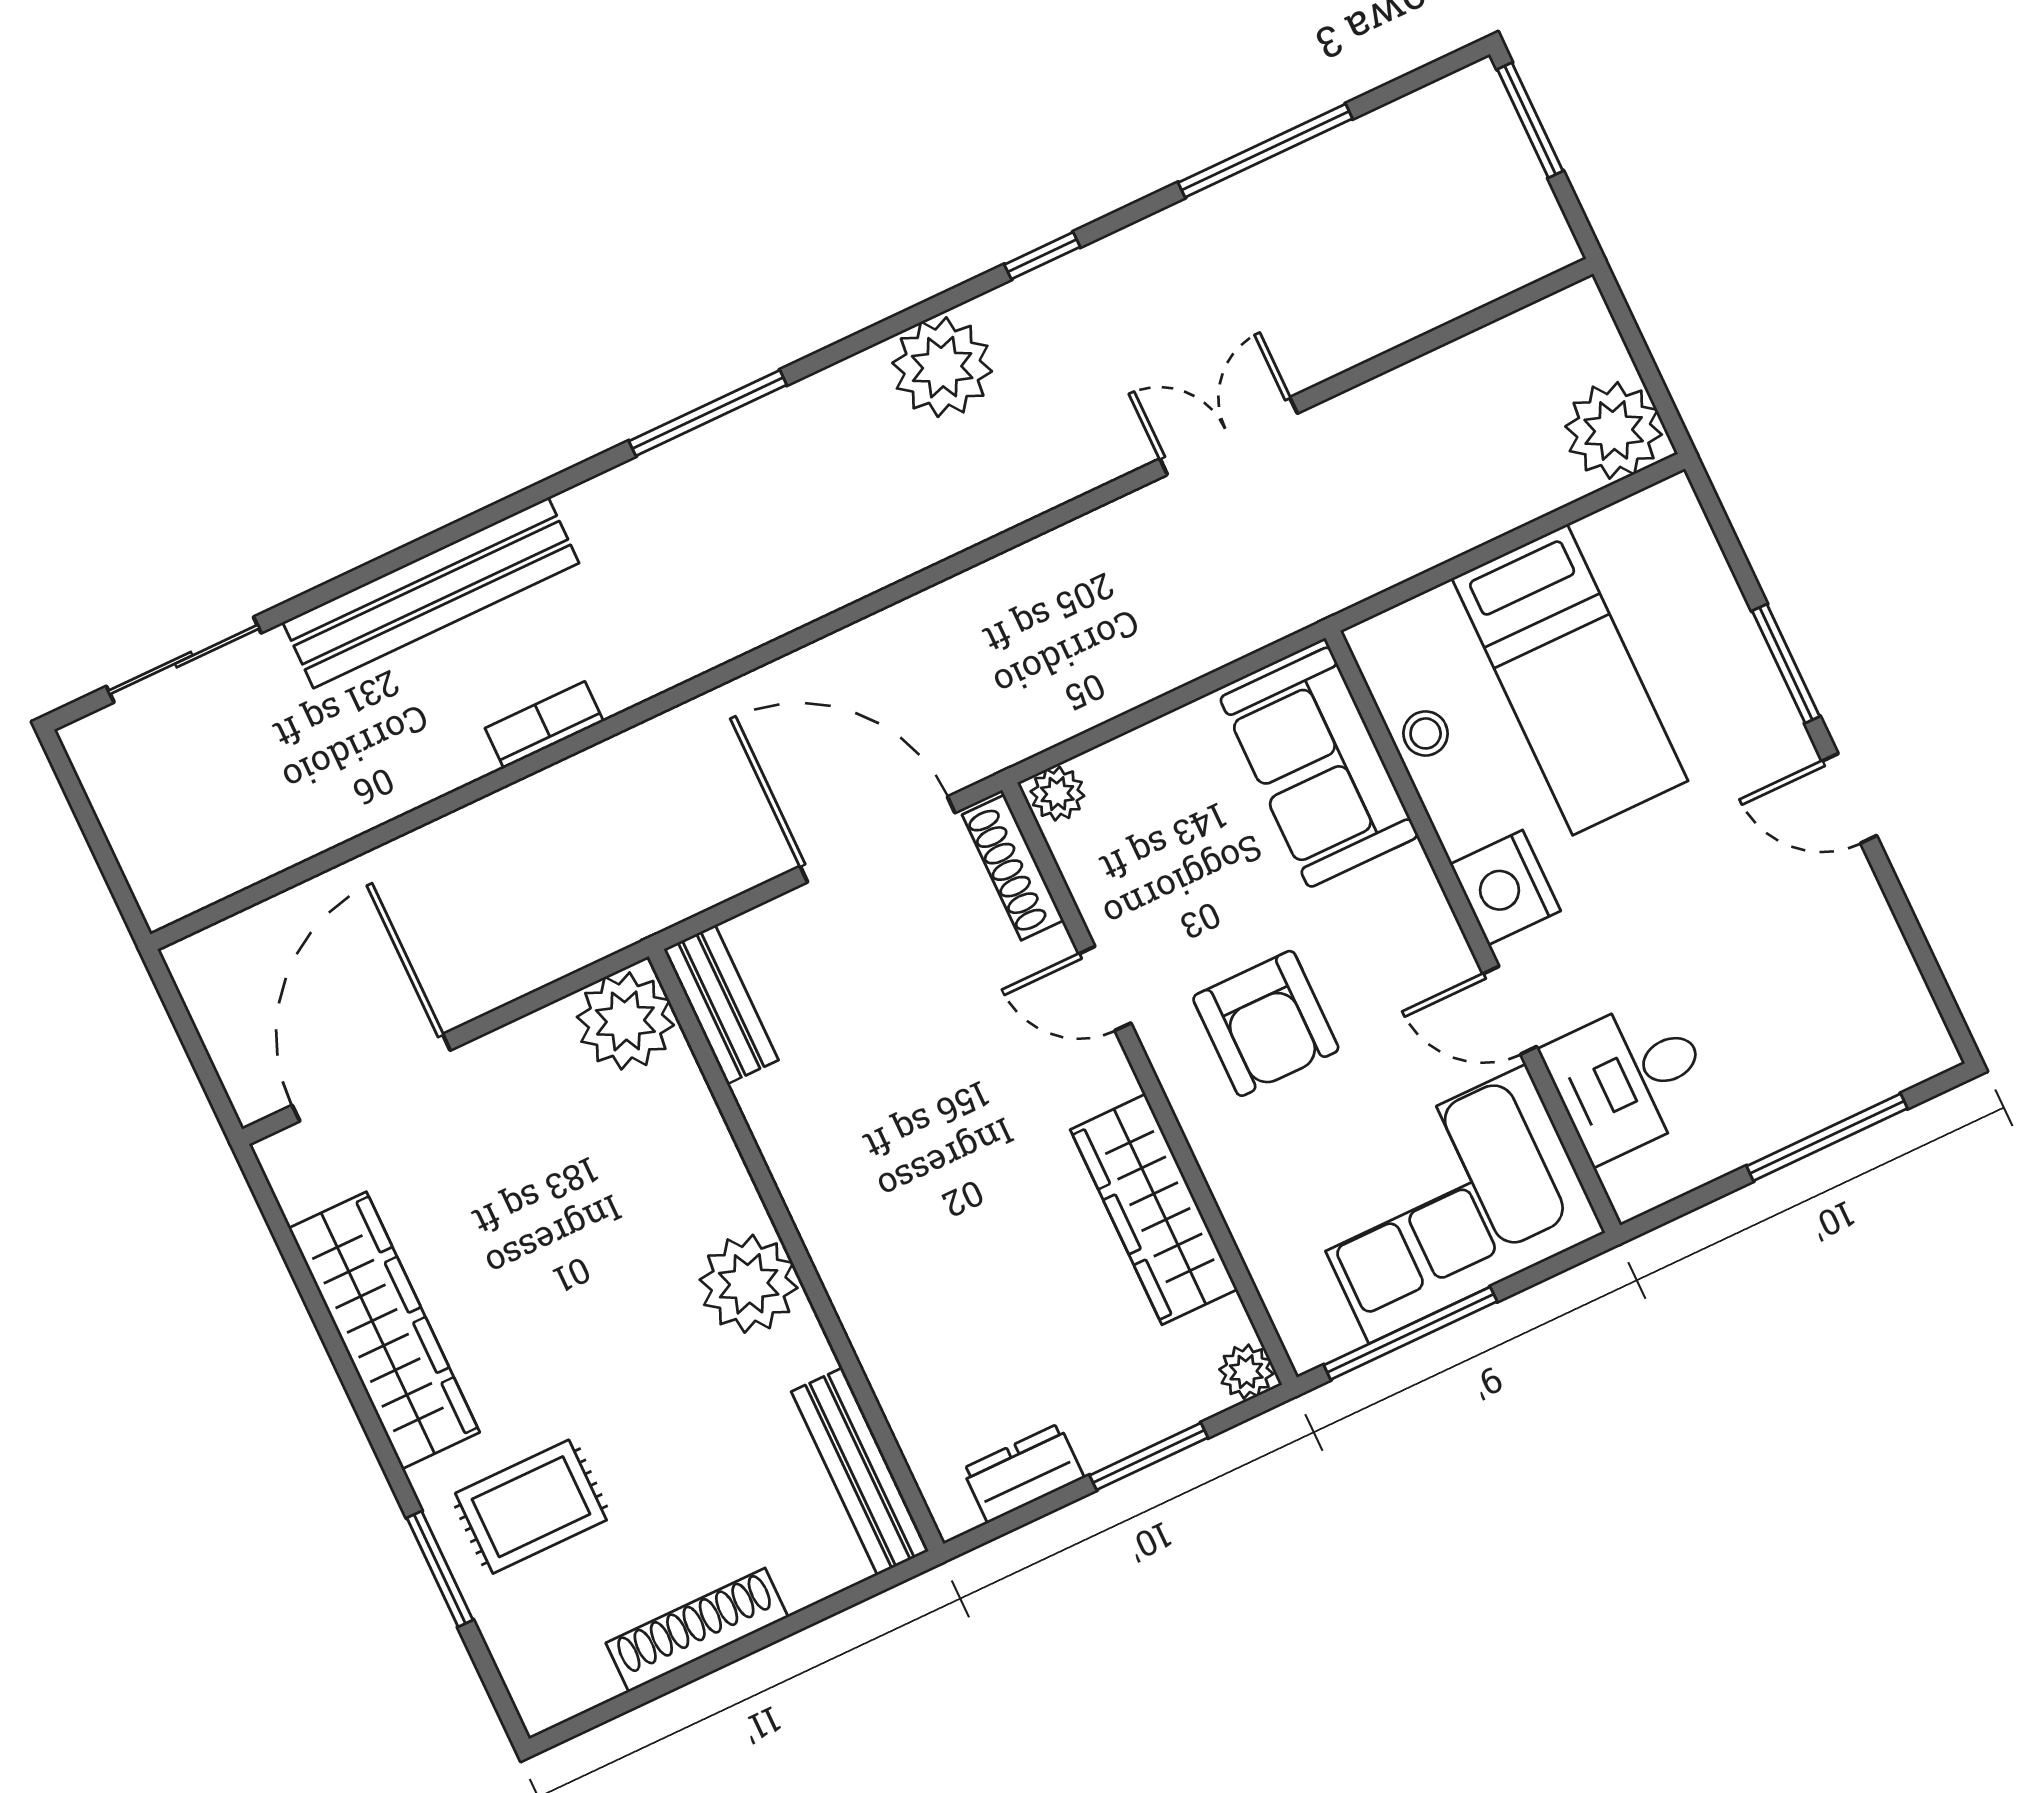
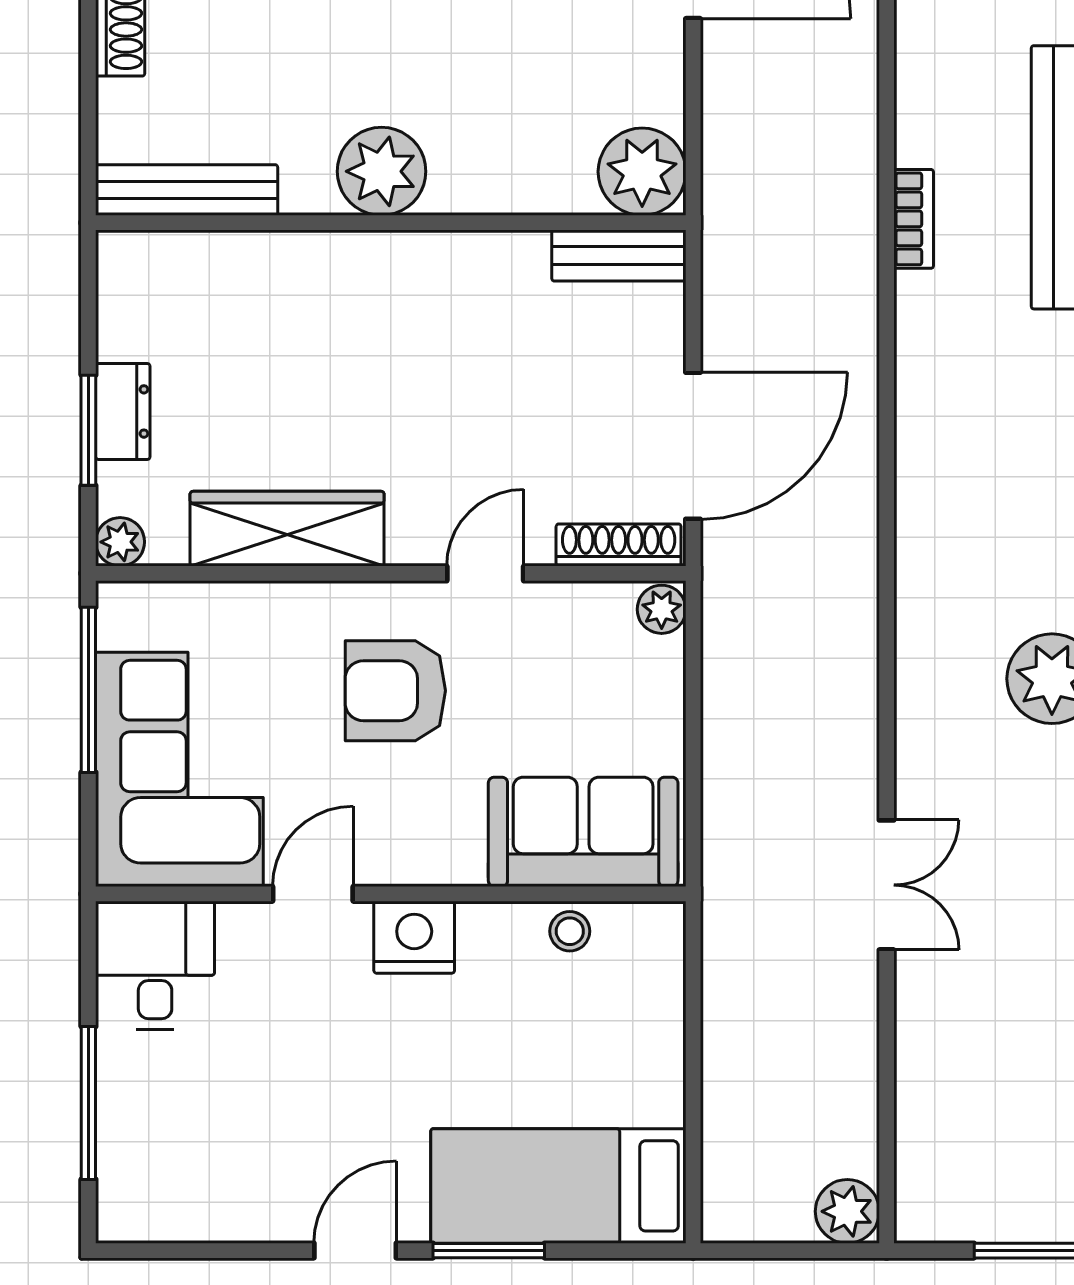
plant: (1614, 430) -> (847, 1211), moved, width x0.73, depth x0.73
bed: (1570, 680) -> (558, 1186), moved
desk: (1629, 1078) -> (155, 965), moved
dresser: (1023, 1473) -> (123, 411), moved

